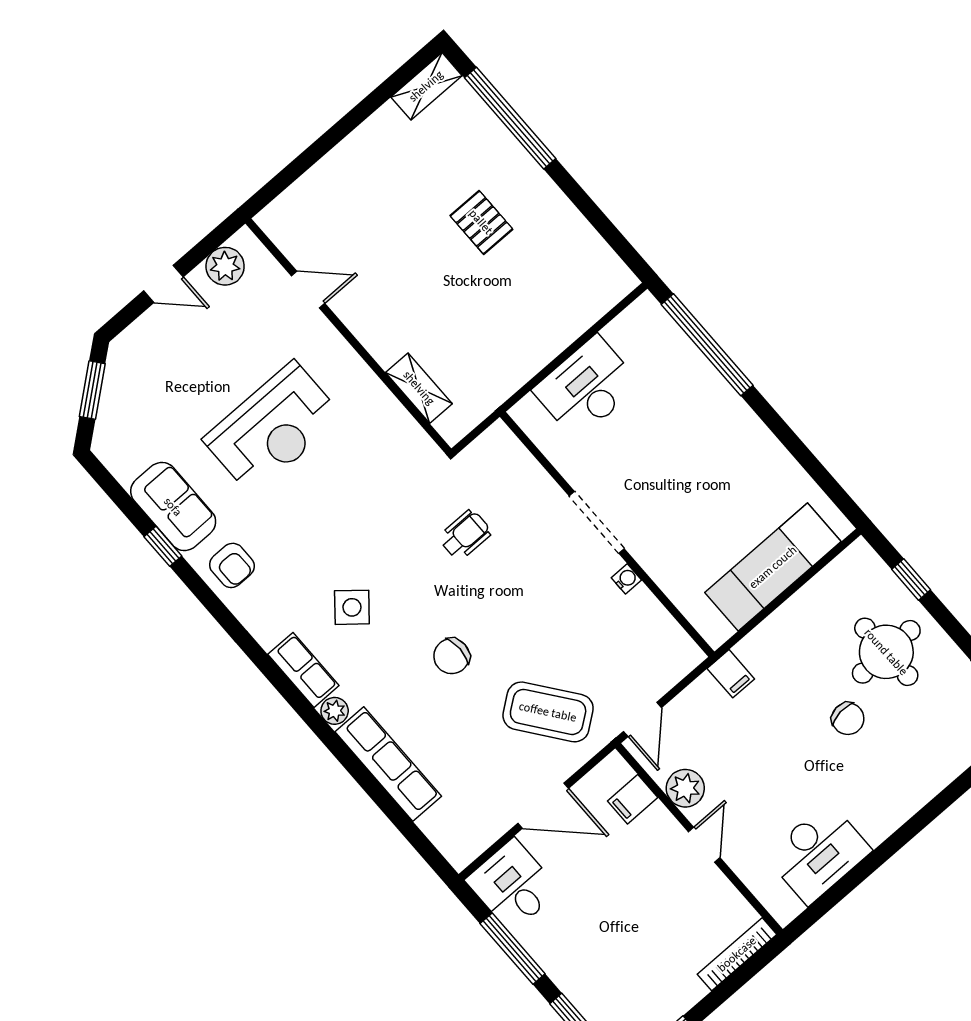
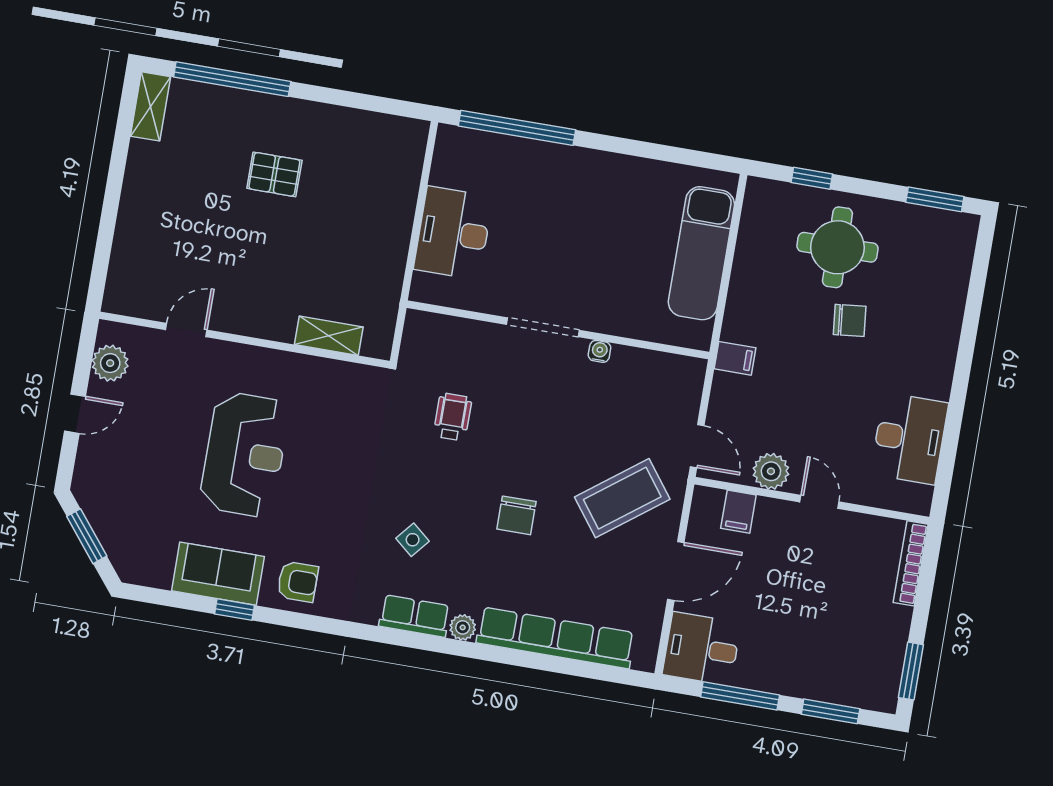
side table: (352, 607) -> (413, 540), width x0.73, depth x0.73
row of seats: (388, 764) -> (556, 638), width x1.36

